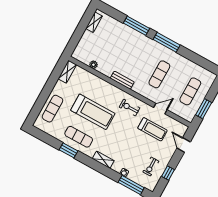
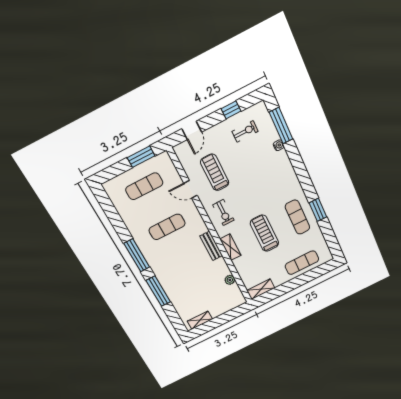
treadmill: (93, 112) -> (265, 233), width x0.73, depth x0.73
shelving: (103, 160) -> (230, 247), moved

